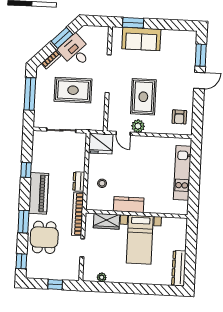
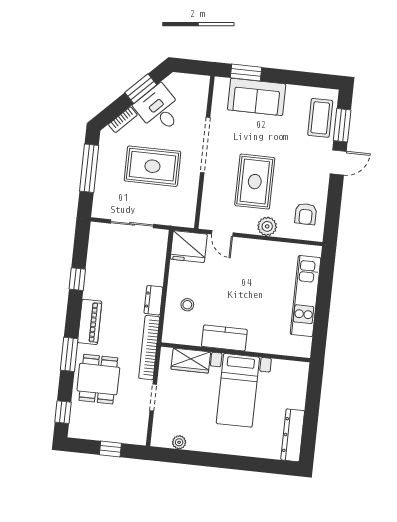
coffee table: (186, 51) -> (320, 118), added
plant: (138, 126) -> (267, 226), moved
piano: (39, 193) -> (90, 322), width x0.73, depth x0.75

